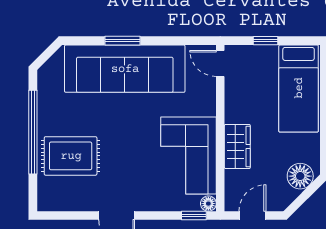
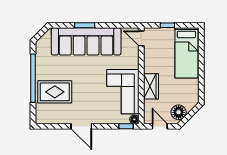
floor lamp: (300, 176) -> (179, 112), moved
door: (252, 216) -> (160, 126), hinge flipped

